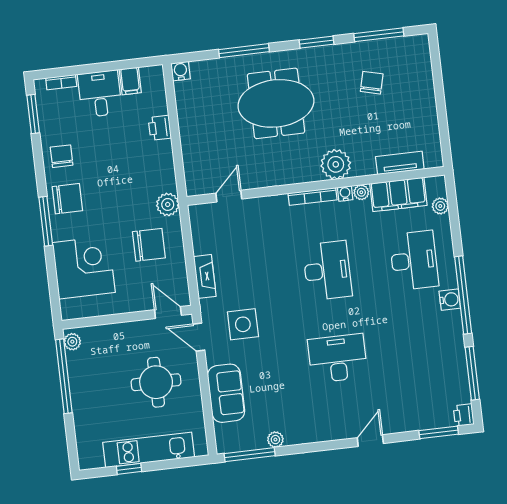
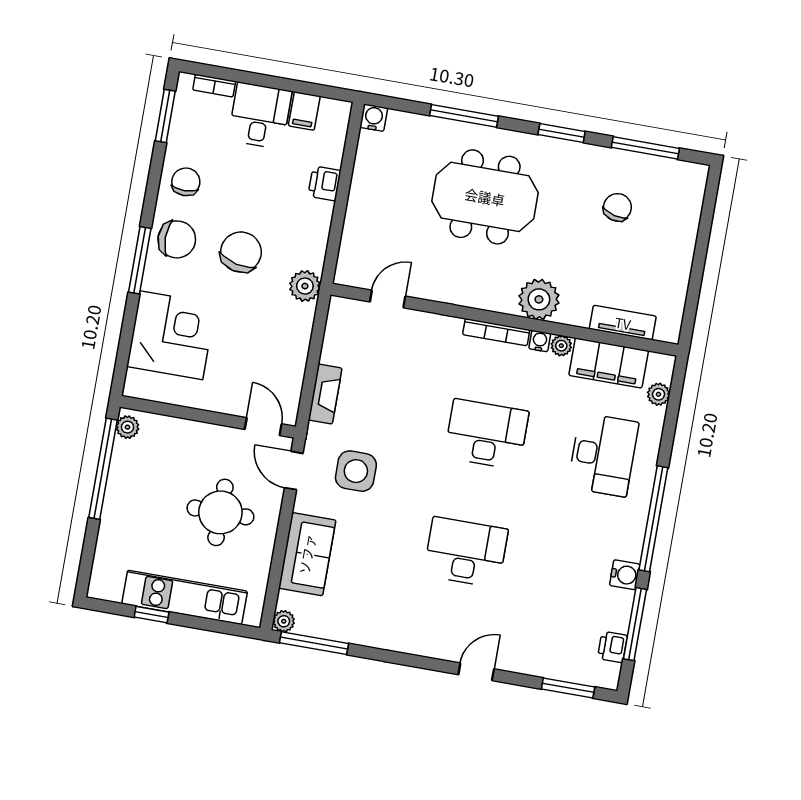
chair: (149, 245) -> (241, 252), moved, turned -77
desk: (327, 271) -> (486, 434), turned -90
water cooler: (450, 300) -> (625, 575), moved
printer: (464, 415) -> (612, 647), moved
plant: (275, 440) -> (284, 621), moved

